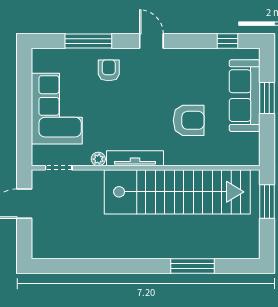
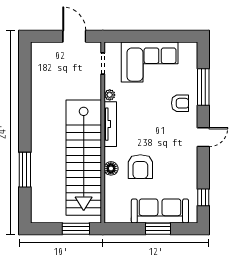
floor lamp: (191, 157) -> (111, 168), added

